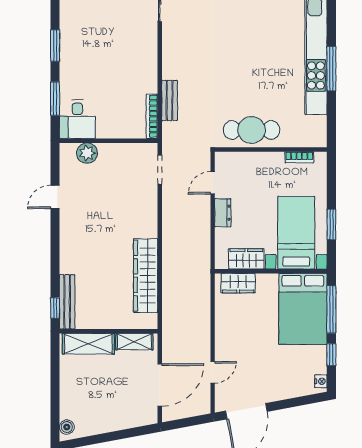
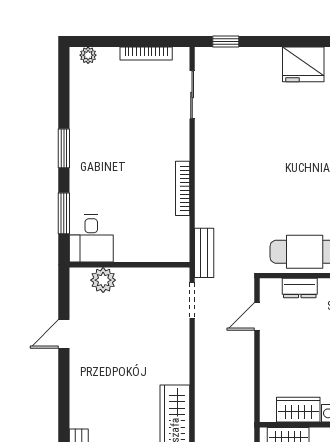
bench: (170, 100) -> (204, 253), moved
bookcase: (152, 116) -> (183, 188), moved
dresser: (223, 213) -> (300, 288), moved, turned 90

